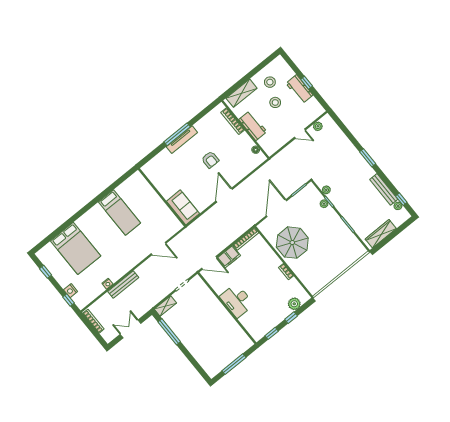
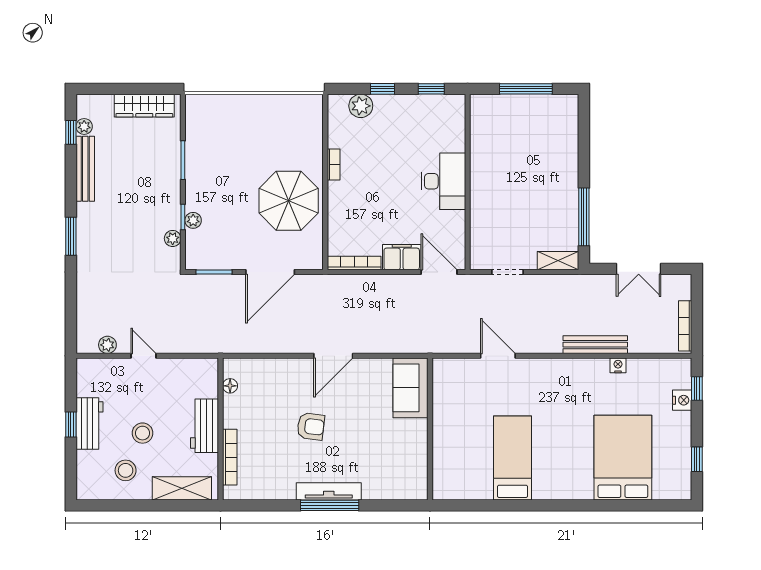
armchair: (210, 160) -> (311, 426), turned 97

